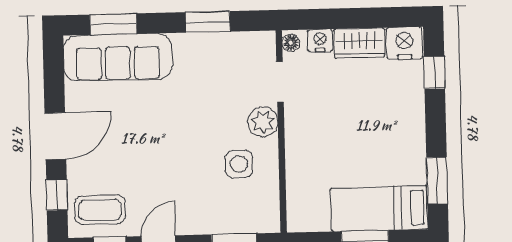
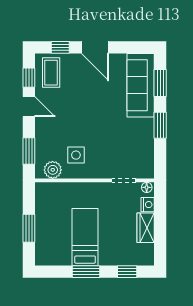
window: (208, 22) -> (160, 125), moved
nightstand: (404, 43) -> (145, 254), removed
plant: (263, 122) -> (53, 170), moved
window: (437, 181) -> (86, 272), moved
bed: (379, 209) -> (85, 237), moved

